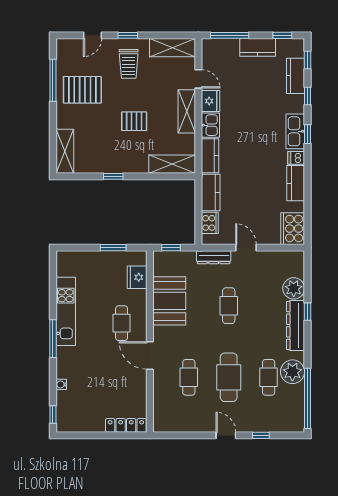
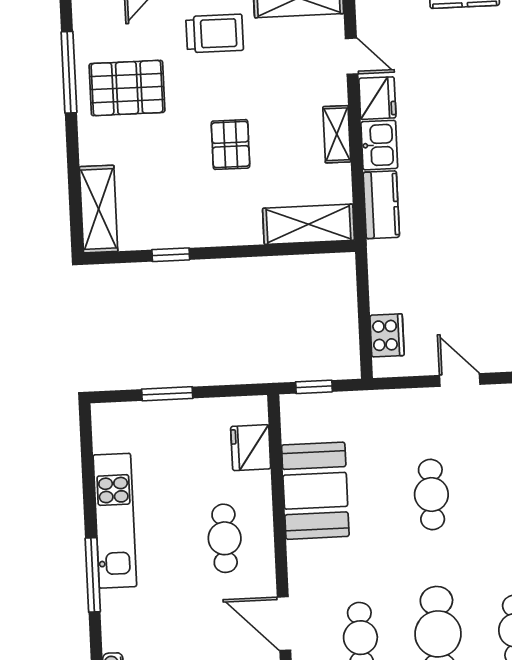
trolley: (129, 64) -> (215, 33), turned -90
shelving: (187, 111) -> (337, 134), width x0.67, depth x0.75
pallet: (134, 121) -> (230, 145), turned 90
window: (113, 176) -> (171, 255), moved
kitchen counter: (211, 193) -> (386, 276), removed
window: (113, 248) -> (167, 394), moved
dresser: (214, 257) -> (398, 402), removed
door: (150, 355) -> (284, 624), moved

